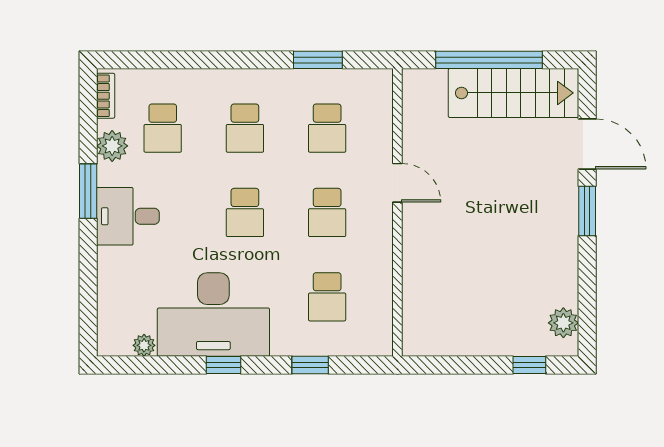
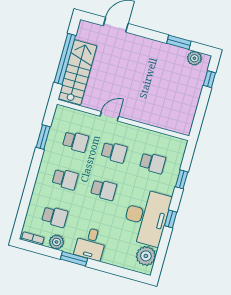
stairs: (513, 93) -> (77, 72), moved
window: (587, 211) -> (179, 42), moved
plant: (144, 345) -> (146, 256), width x1.87, depth x1.87

